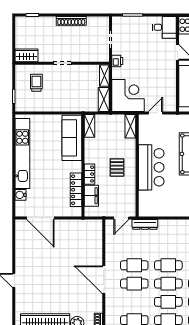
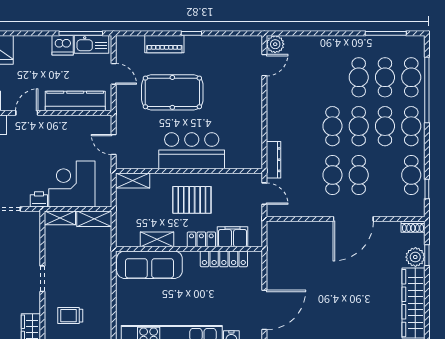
corner desk: (128, 95) -> (72, 184), moved
shelving: (89, 126) -> (157, 239), moved
pallet: (117, 167) -> (192, 200), width x1.50, depth x1.42

